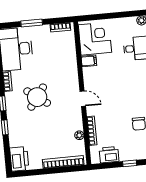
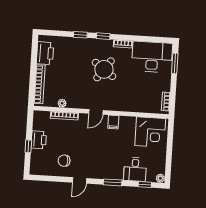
window: (32, 23) -> (175, 63), moved
filing cabinet: (89, 61) -> (113, 122), moved
printer: (109, 155) -> (39, 140), moved
printer: (19, 159) -> (45, 53), moved, turned -90

